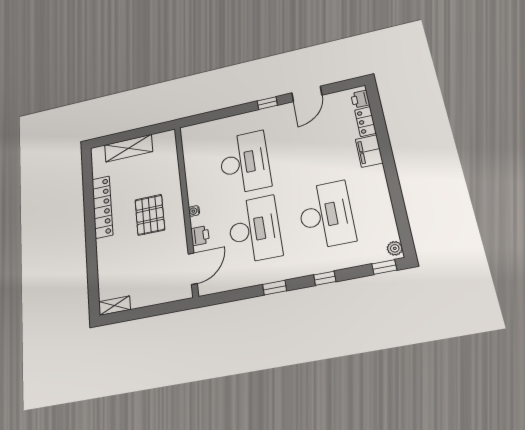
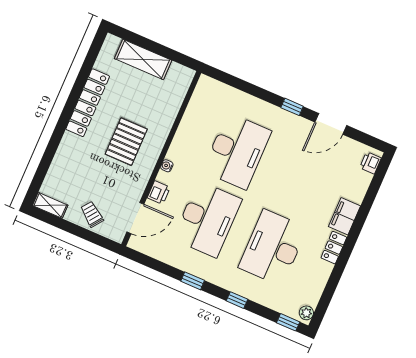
locker: (366, 122) -> (334, 248), moved
desk: (326, 215) -> (273, 248), turned 180
trolley: (154, 290) -> (92, 214), added

